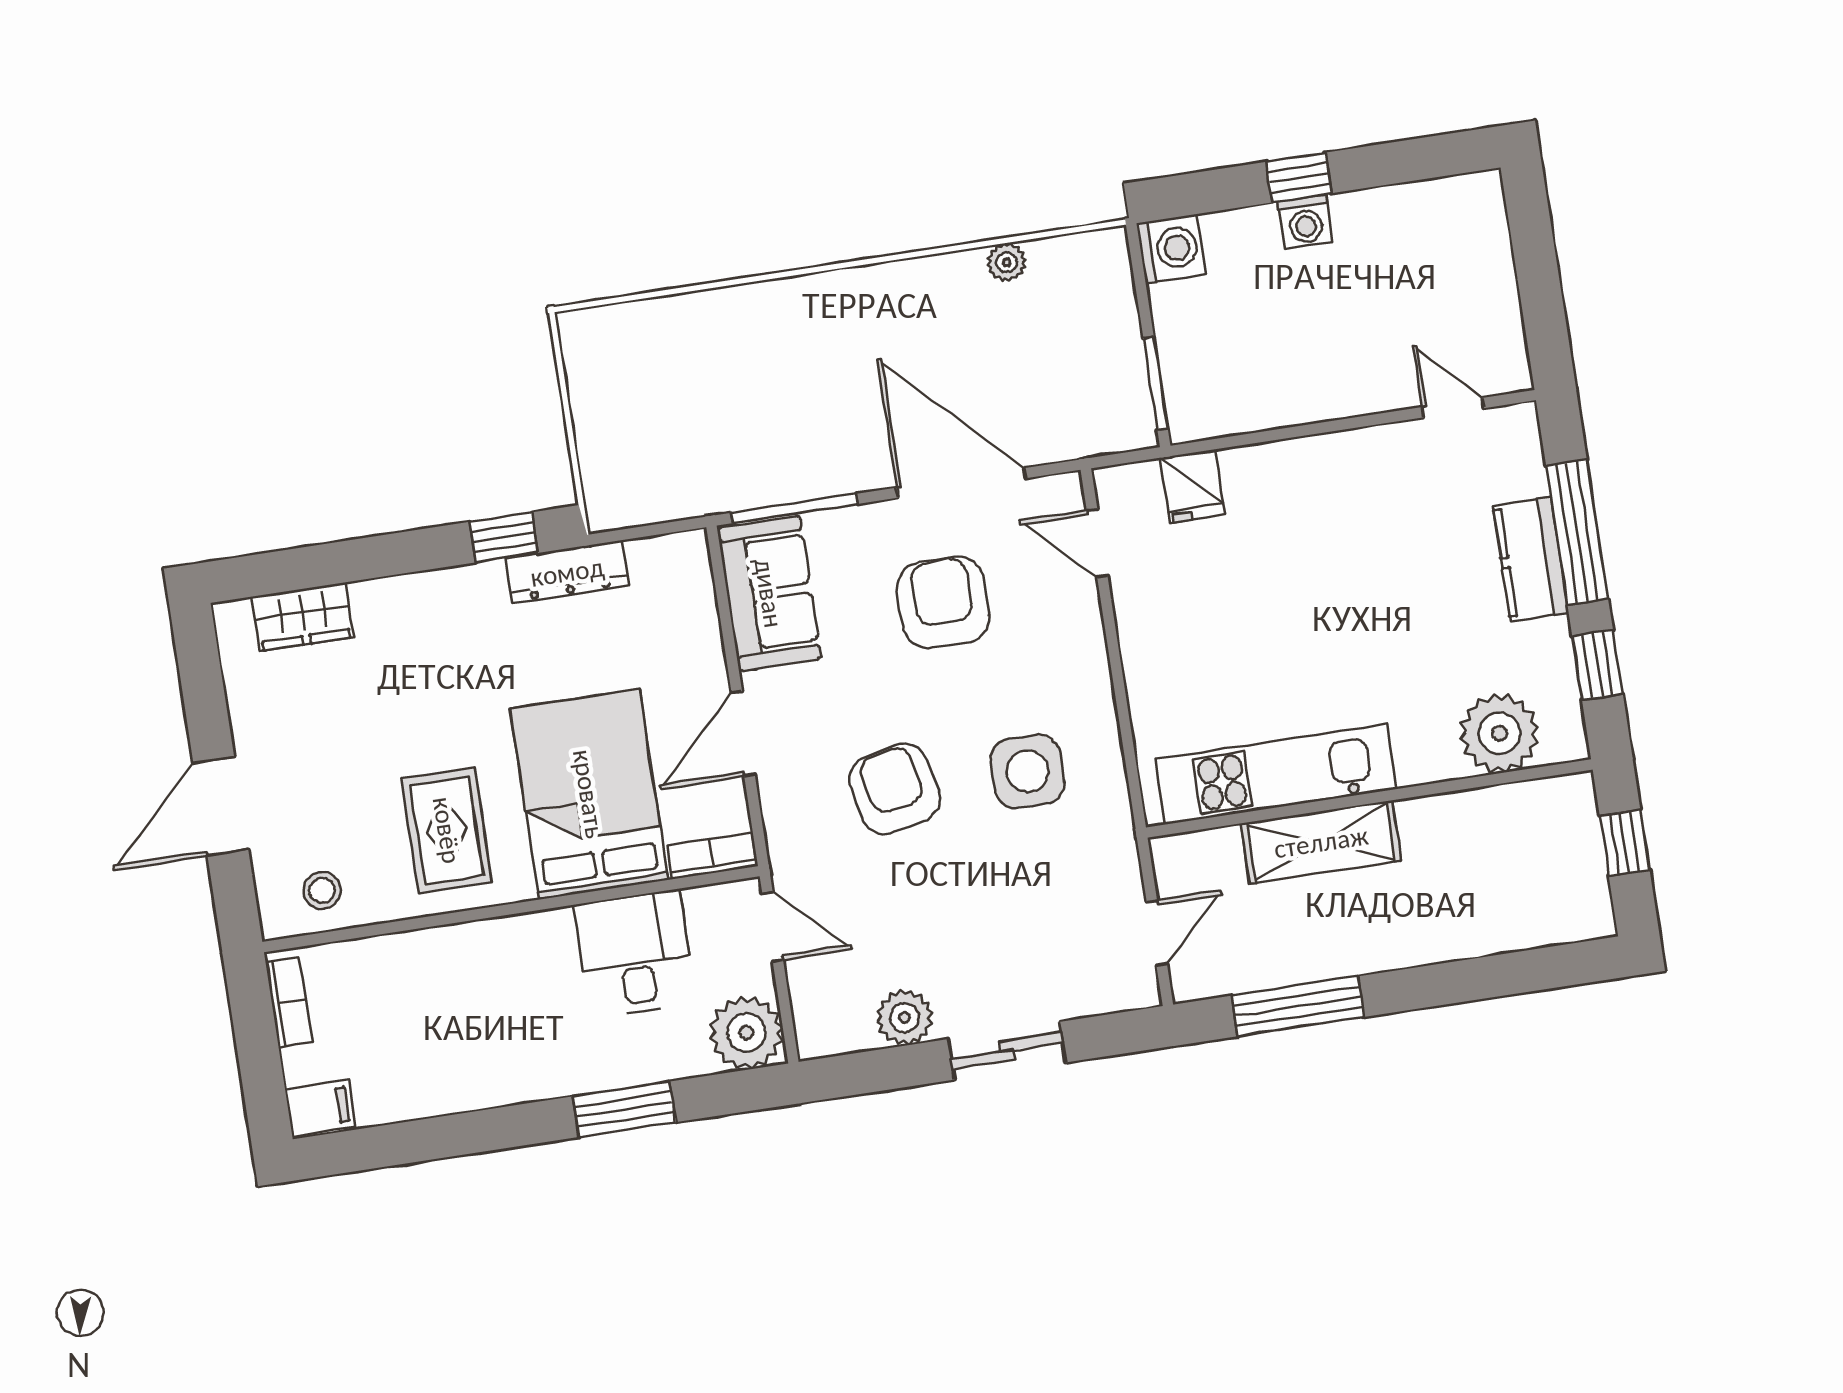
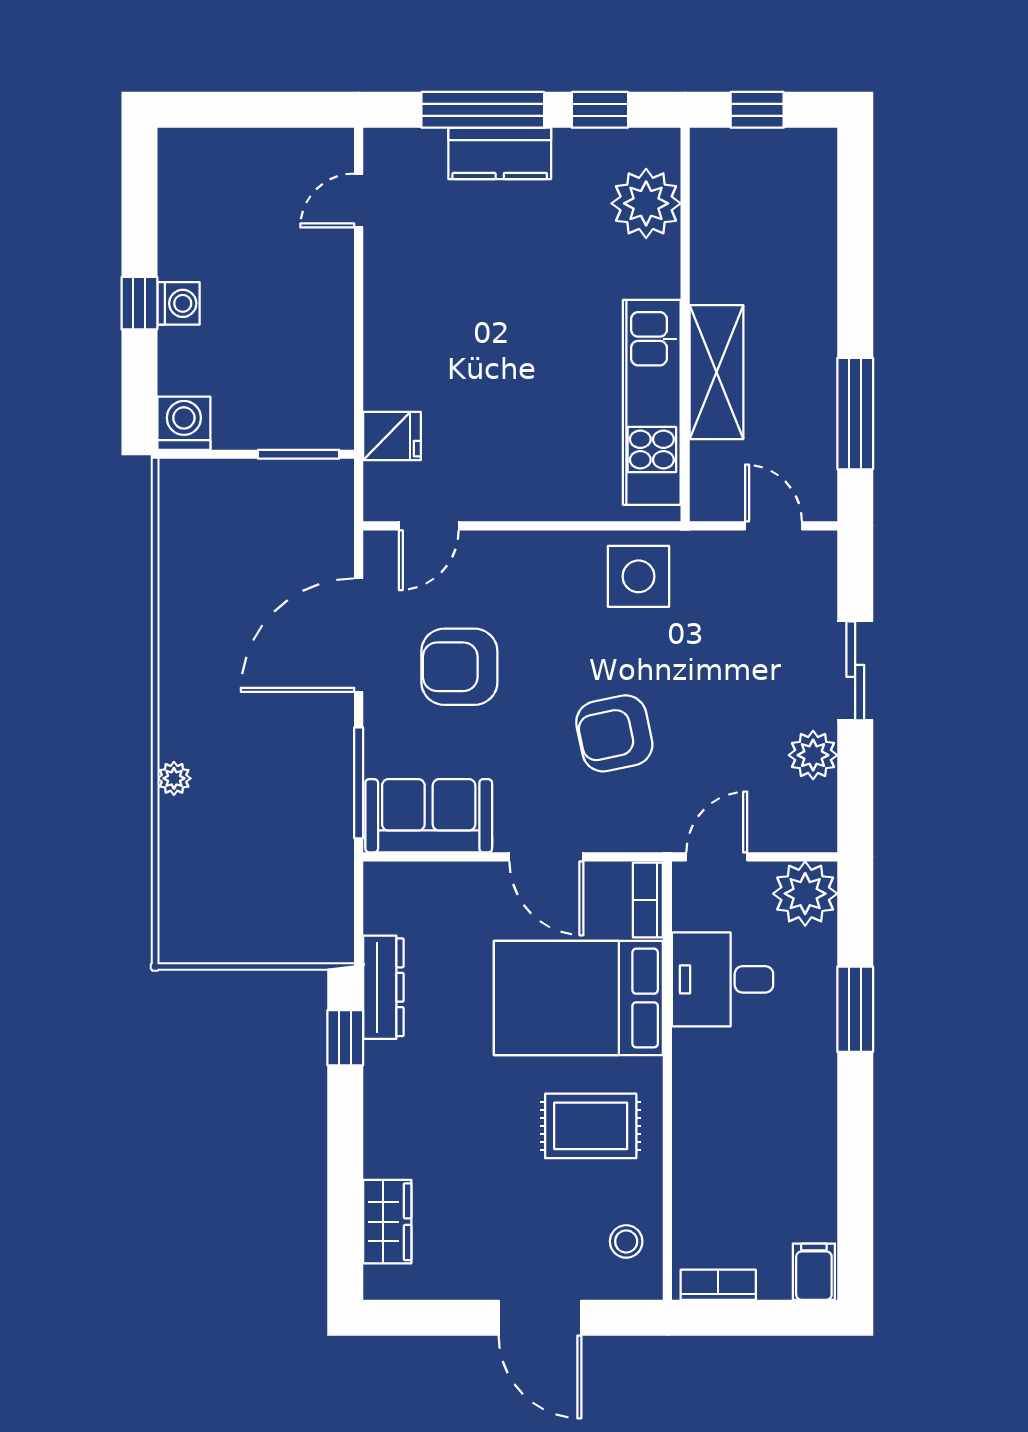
plant: (1007, 262) -> (174, 778), moved
side table: (1028, 771) -> (638, 576), moved

